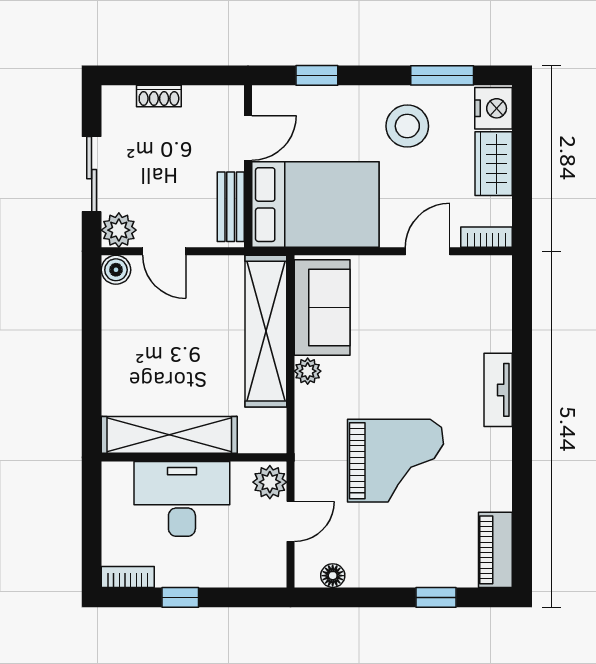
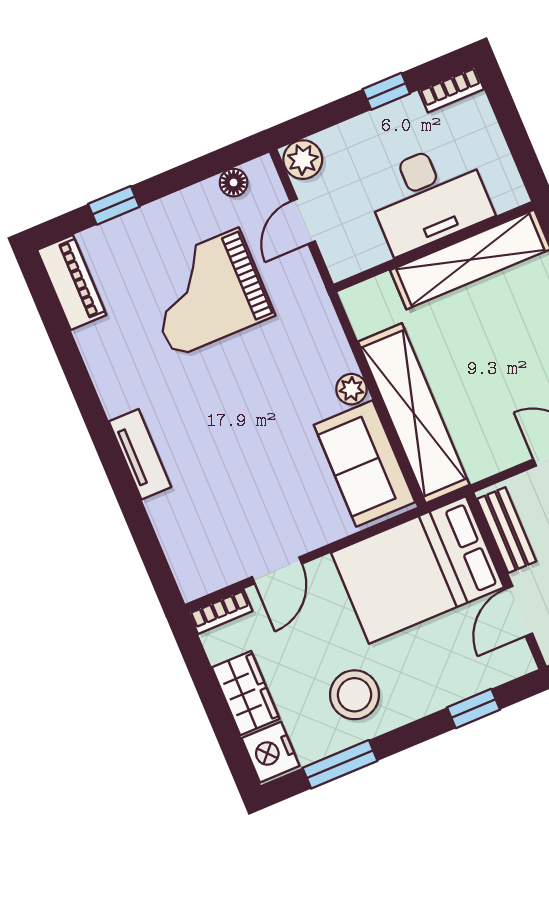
grand piano: (395, 461) -> (206, 293), moved
plant: (270, 482) -> (303, 160), moved

